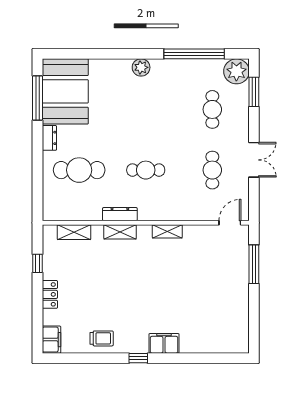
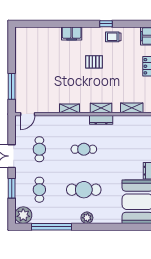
window: (254, 92) -> (12, 188), moved
cafe table: (79, 170) -> (84, 190), moved
pallet: (130, 301) -> (94, 62), added
window: (138, 358) -> (106, 24), moved

